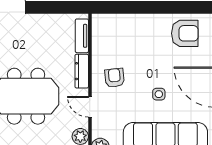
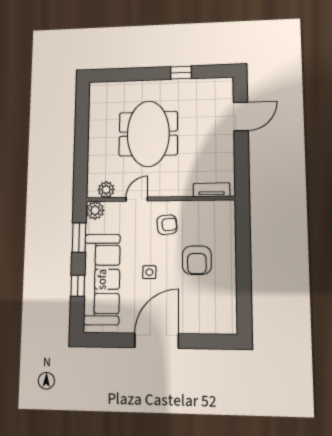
armchair: (185, 33) -> (197, 260), moved
dresser: (82, 71) -> (174, 190), removed

